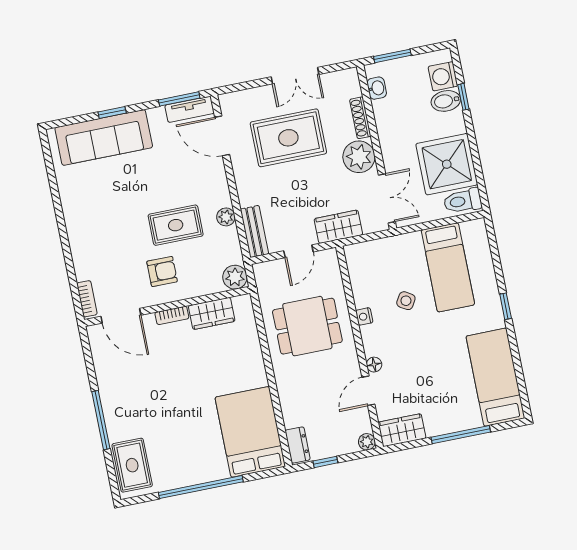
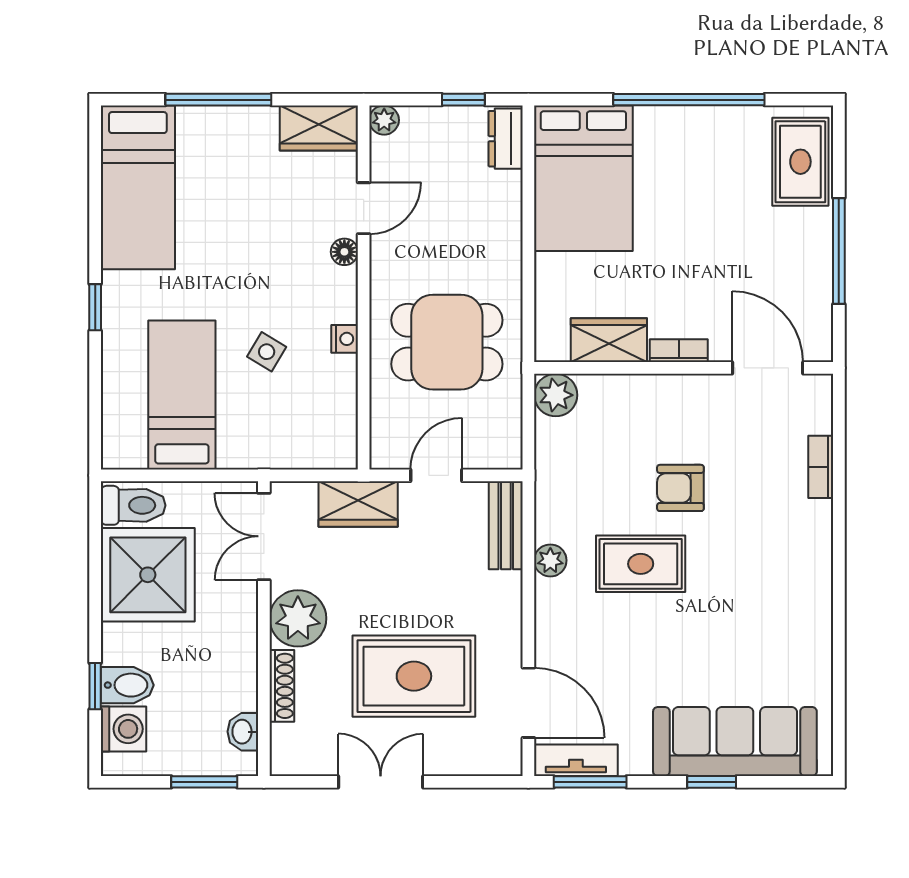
plant: (235, 277) -> (556, 395), moved
wall: (167, 306) -> (684, 368), moved
wardrobe: (212, 313) -> (609, 340), moved
bookcase: (172, 315) -> (679, 351), moved
door: (121, 316) -> (768, 368), moved

